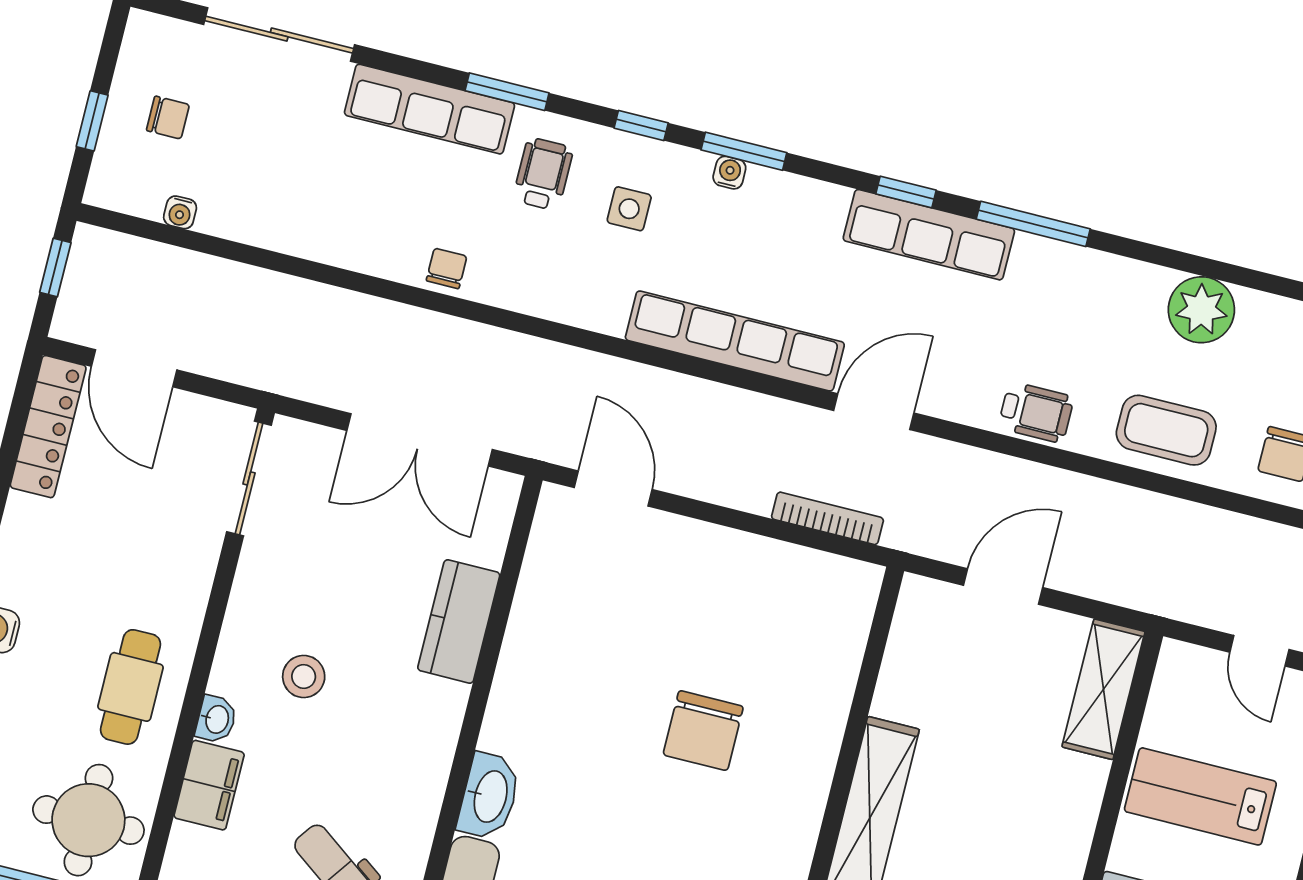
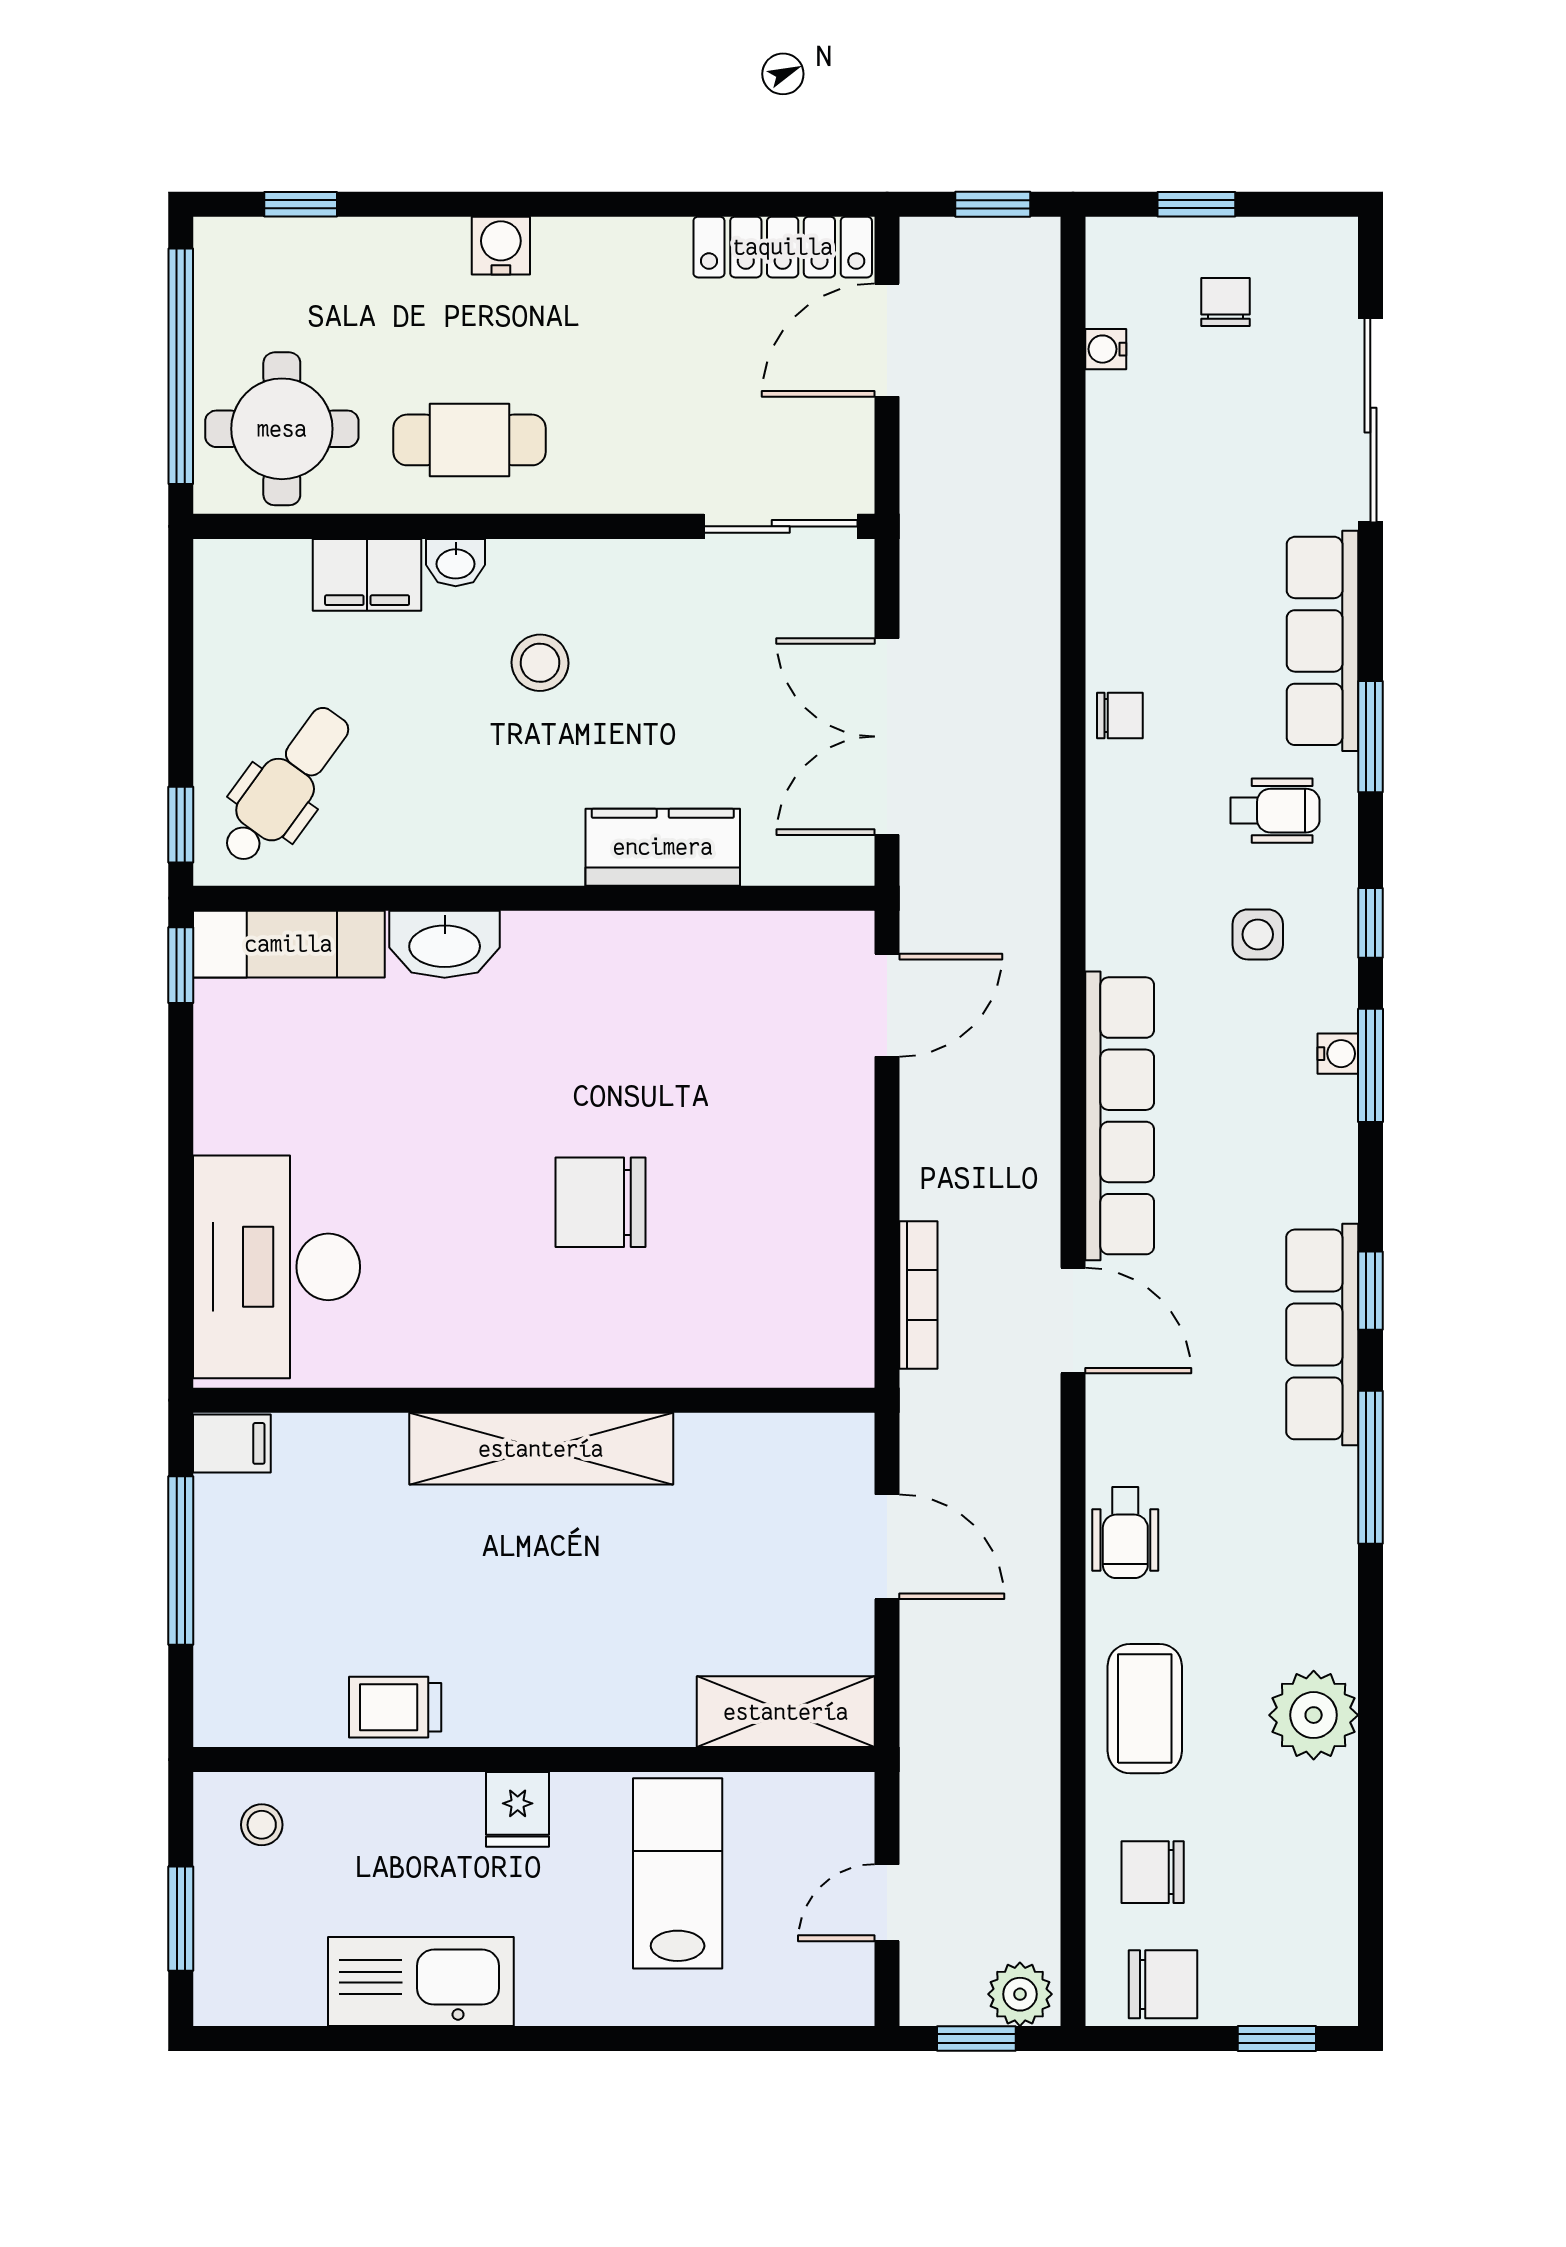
chair: (168, 118) -> (1226, 302), turned 180

